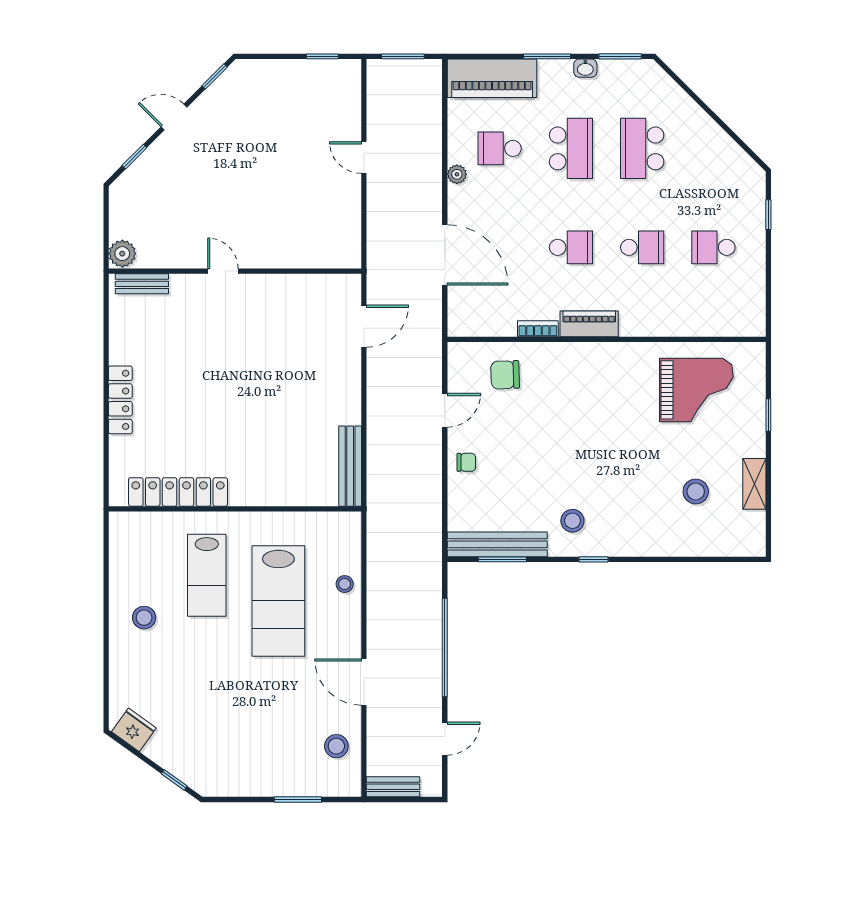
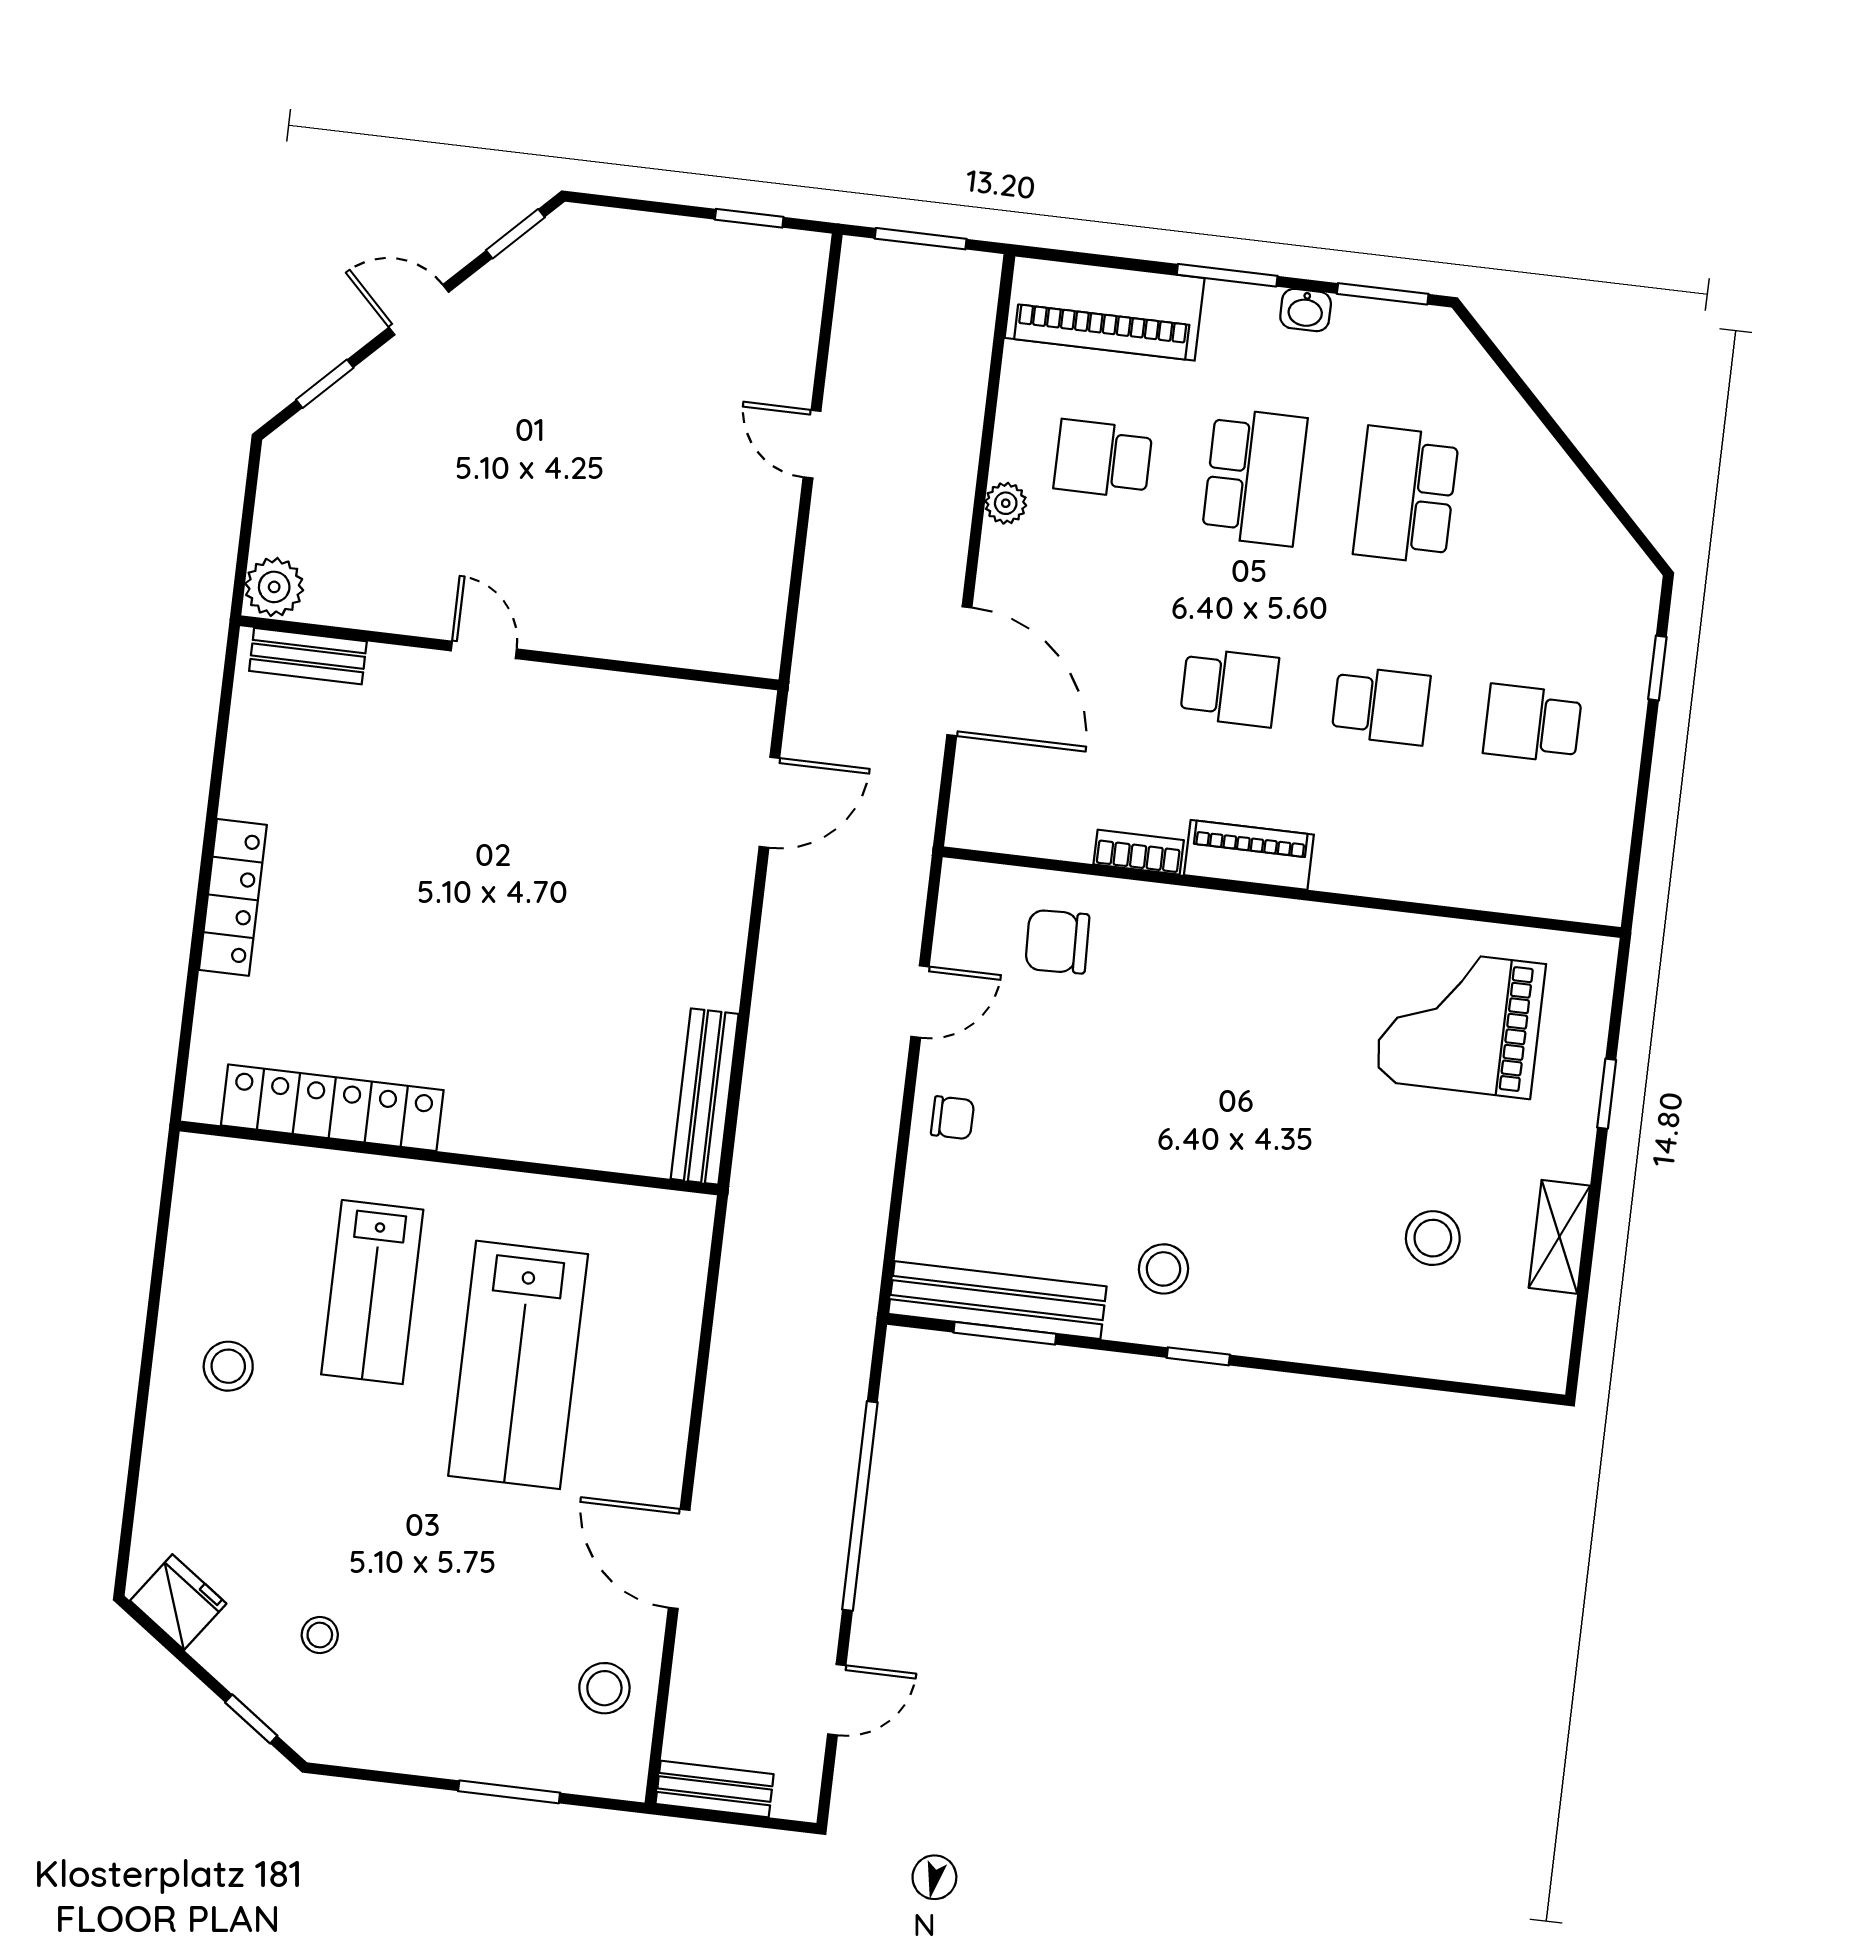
grand piano: (696, 390) -> (1460, 1022), turned 180
stool: (345, 584) -> (320, 1635), moved

